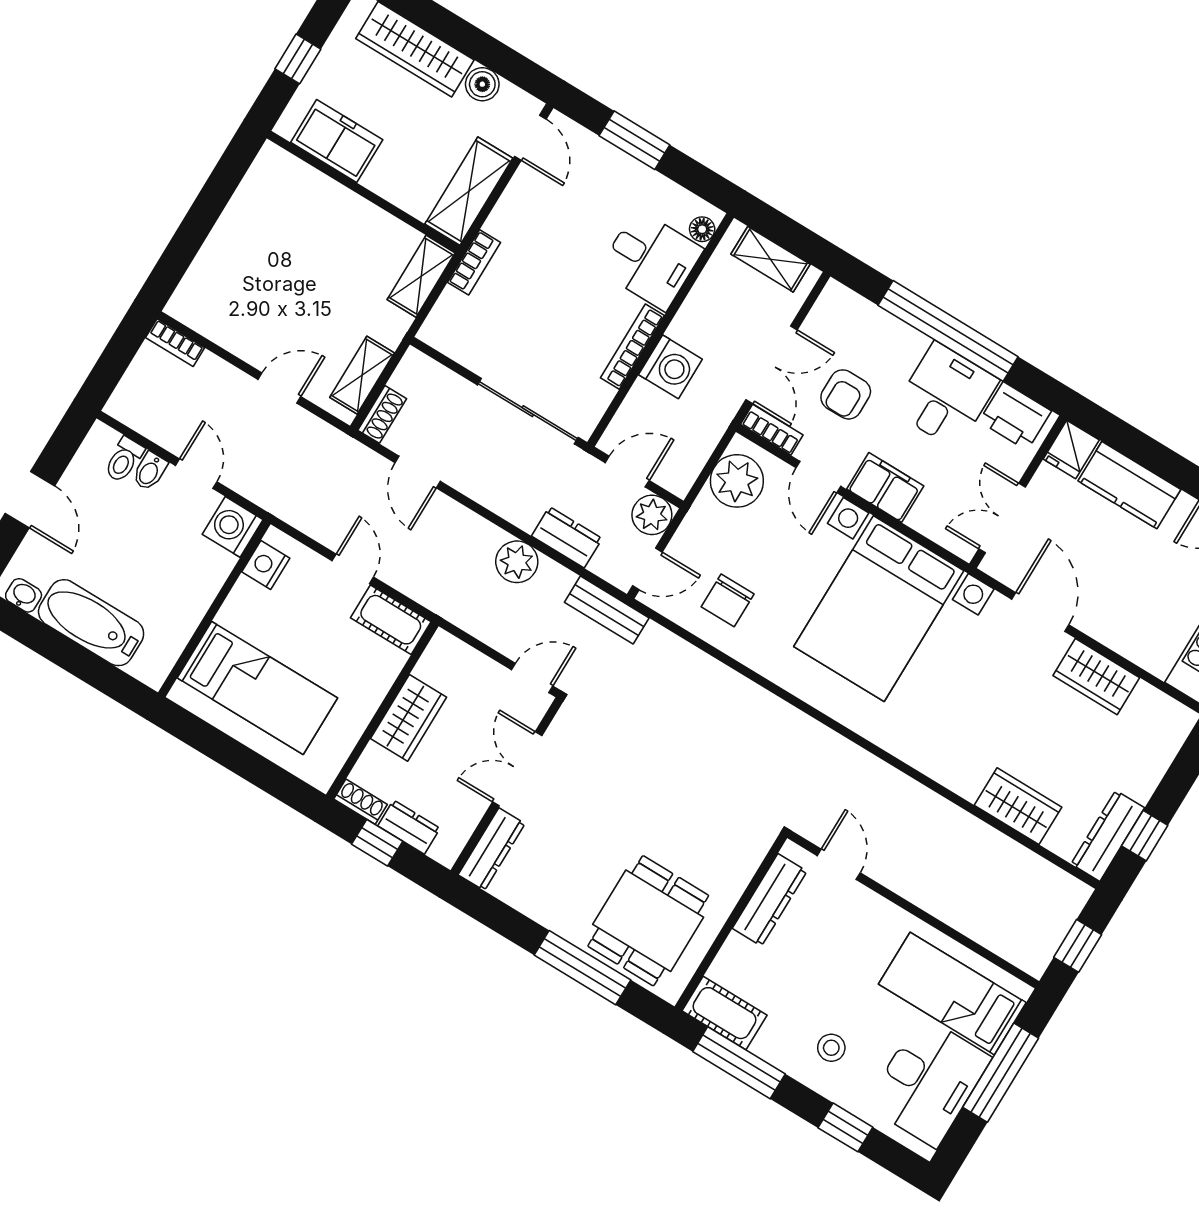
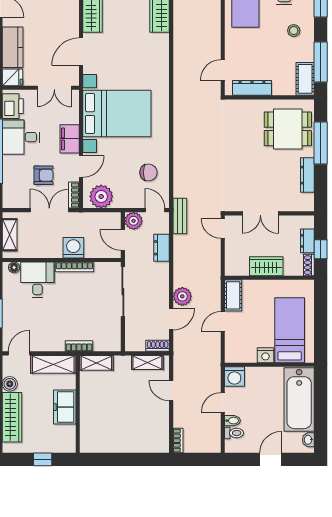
freezer: (337, 141) -> (65, 407), moved
plant: (517, 562) -> (182, 296), moved
nightstand: (266, 565) -> (265, 355), moved
bathtub: (91, 623) -> (299, 399), width x1.36, depth x1.36
dresser: (492, 849) -> (307, 175), moved, turned -90

